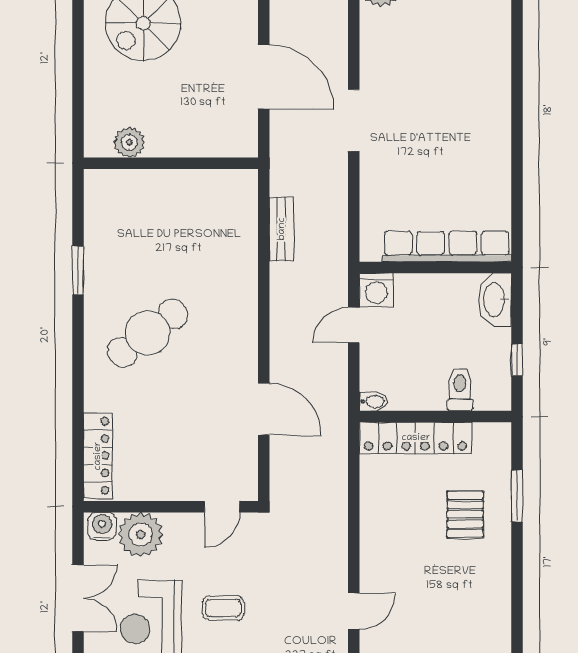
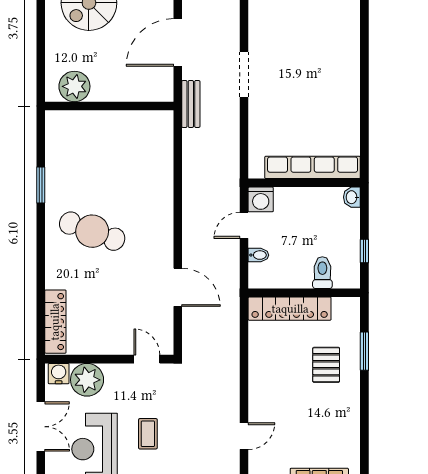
door: (264, 77) -> (178, 42), swing flipped
plant: (129, 142) -> (74, 86), width x1.36, depth x1.36
bench: (282, 229) -> (191, 104), moved
washbasin: (495, 300) -> (352, 197), width x0.52, depth x0.69
cafe table: (148, 333) -> (92, 231), turned 57
bidet: (373, 402) -> (258, 255), moved
door: (222, 507) -> (147, 359), swing flipped
coffee table: (223, 608) -> (148, 434), turned 90

